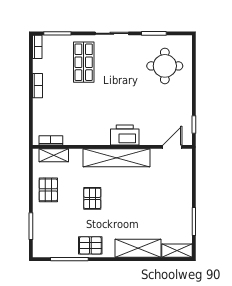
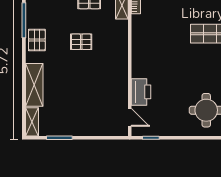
printer: (125, 135) -> (141, 92), moved
shelving: (116, 158) -> (119, 65), removed

